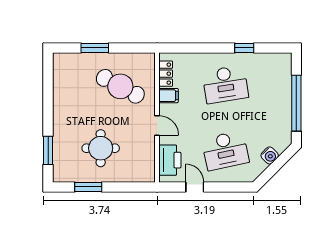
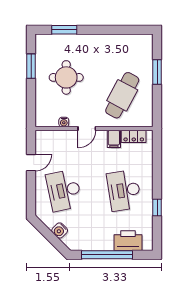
water cooler: (150, 151) -> (64, 122), added
printer: (170, 160) -> (128, 241), moved, turned 180

